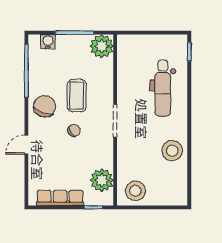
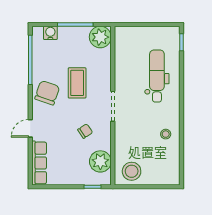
dental chair: (163, 88) -> (157, 76), turned 180
chair: (74, 130) -> (85, 131), moved
stool: (172, 151) -> (166, 134), width x0.53, depth x0.53
row of seats: (60, 198) -> (39, 163), moved, turned 90

